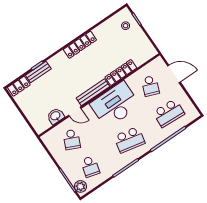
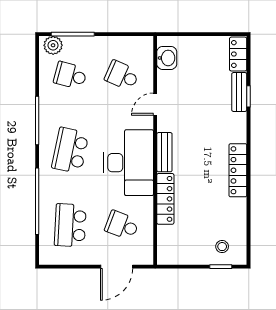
bench: (93, 92) -> (164, 152), width x0.73
washbasin: (56, 116) -> (167, 58), moved

